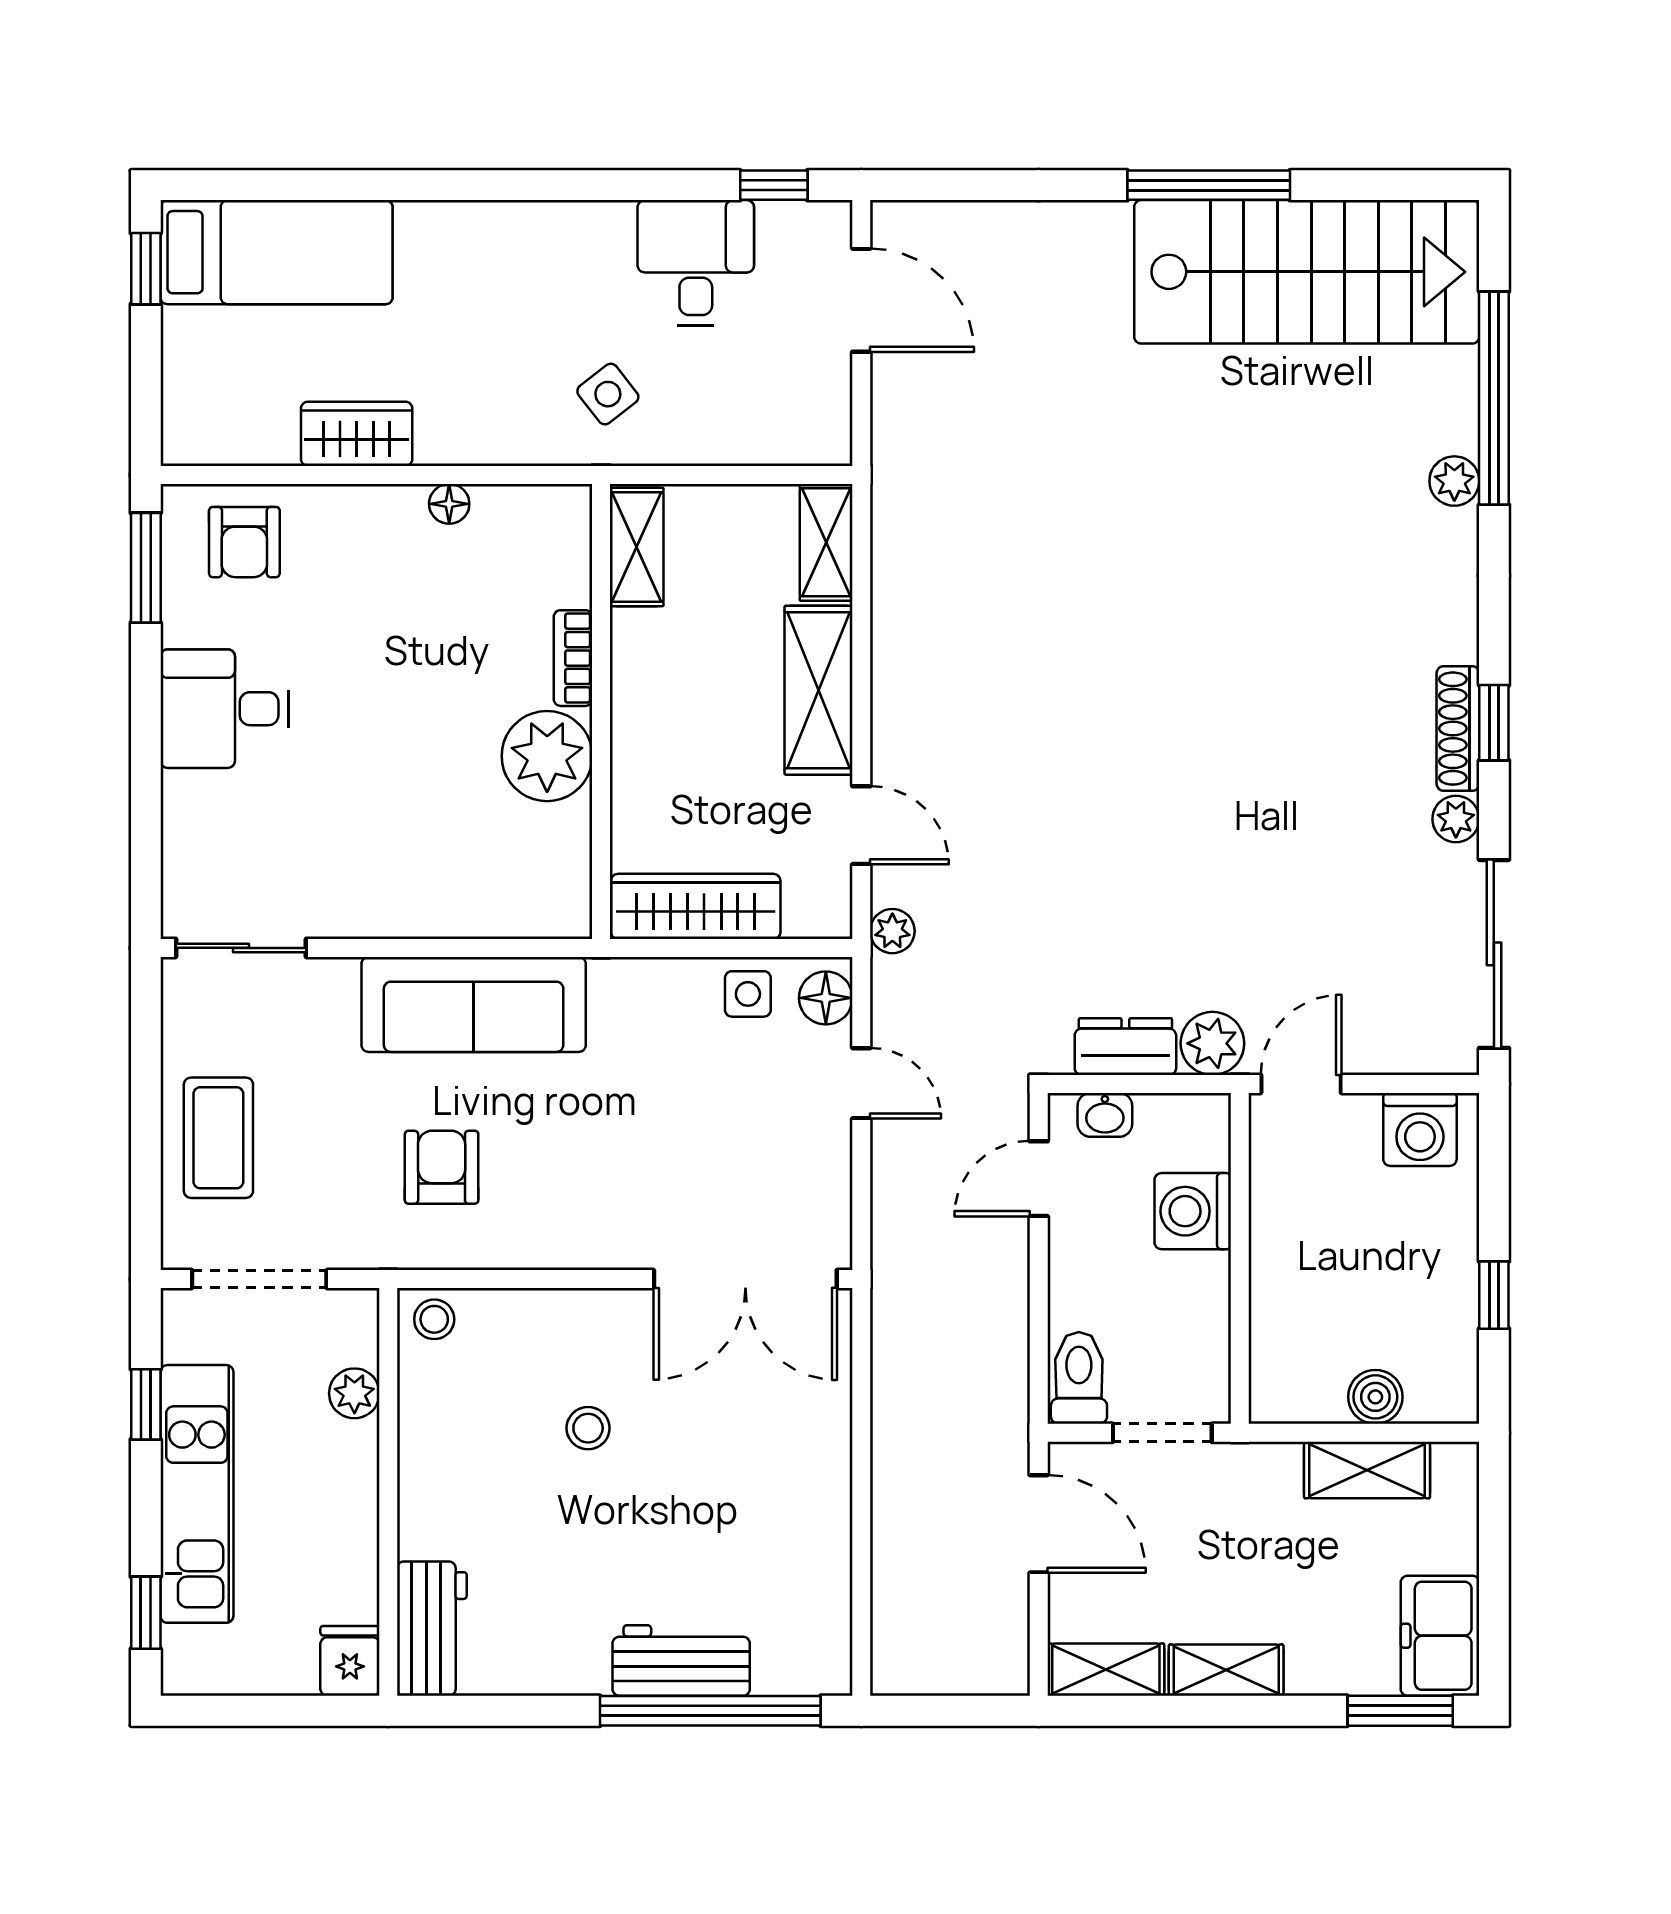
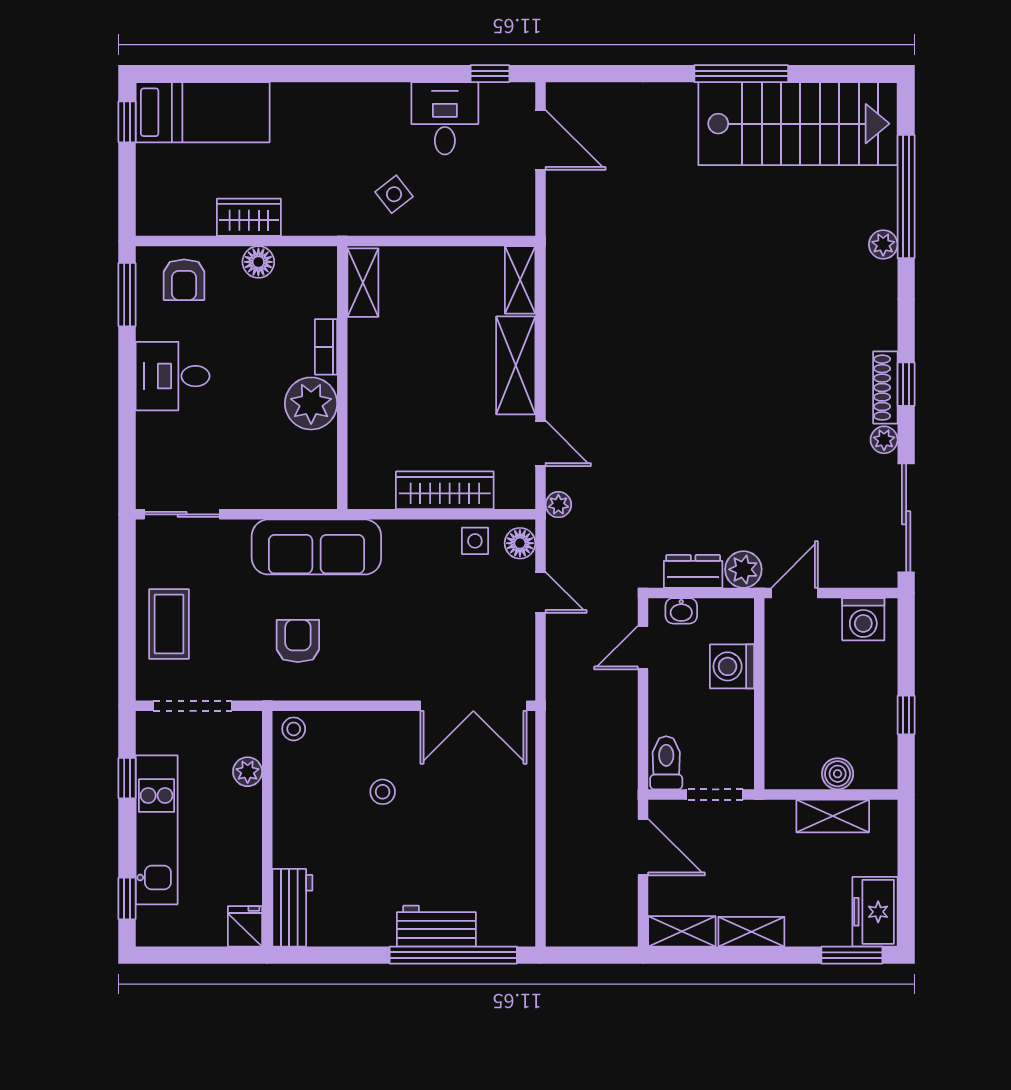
floor lamp: (449, 504) -> (258, 262), moved, width x1.37, depth x1.37
shelving: (637, 547) -> (363, 283), moved
bookcase: (573, 658) -> (326, 347), moved
wall: (601, 711) -> (342, 378), moved
plant: (547, 756) -> (311, 403), moved

